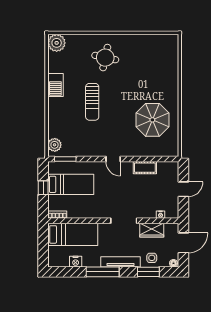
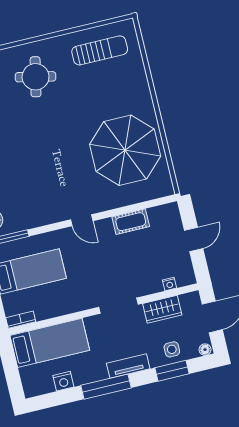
sun lounger: (92, 102) -> (100, 50), moved, turned -90
parasol: (152, 120) -> (125, 150), width x1.36, depth x1.36
tv unit: (120, 262) -> (128, 366), width x0.71

